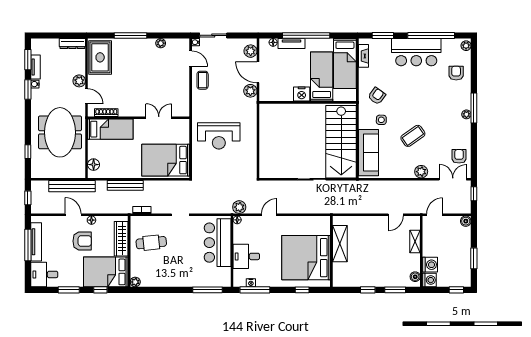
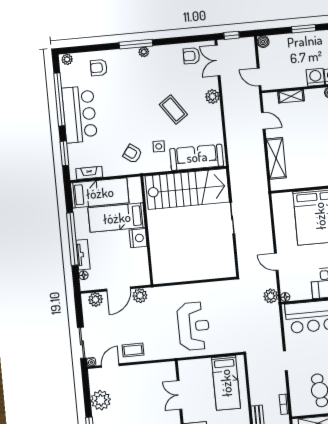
plant: (161, 43) -> (101, 400), width x1.87, depth x1.87
bed: (166, 160) -> (226, 383), width x0.67
shelving: (340, 244) -> (276, 158), moved, turned 90

